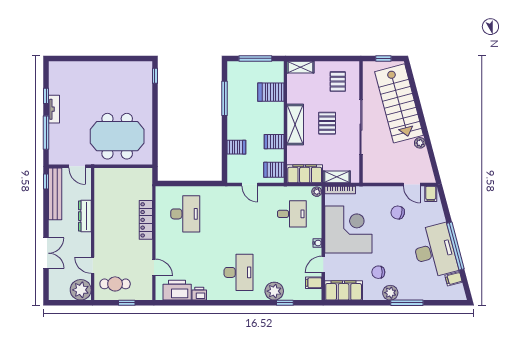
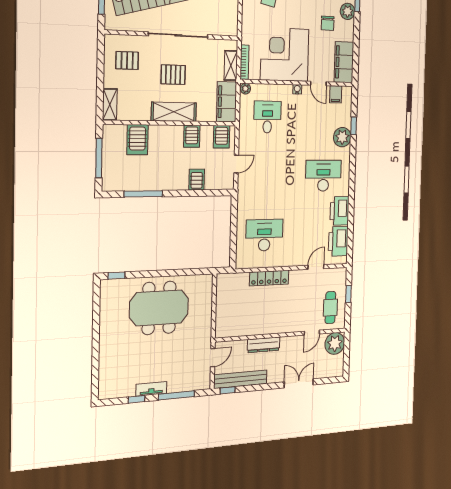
meeting table: (117, 136) -> (159, 308), moved, turned 90
printer: (199, 294) -> (340, 211), width x1.87, depth x1.48

